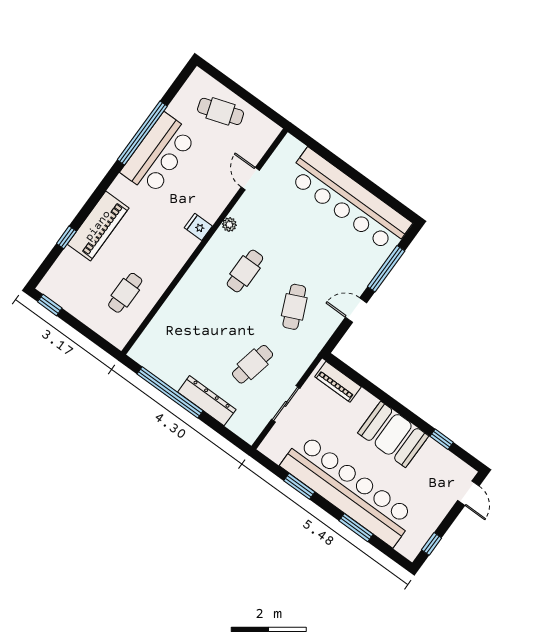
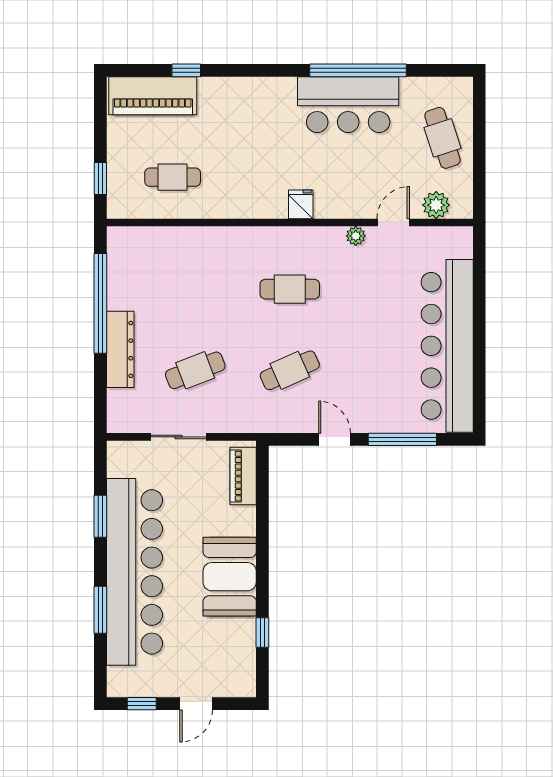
plant: (258, 145) -> (436, 205), added
plant: (229, 225) -> (356, 236), moved
piano: (98, 226) -> (153, 96), moved
window: (50, 305) -> (100, 178), moved
cafe table: (253, 364) -> (195, 370), turned -33
door: (468, 493) -> (196, 704), moved

